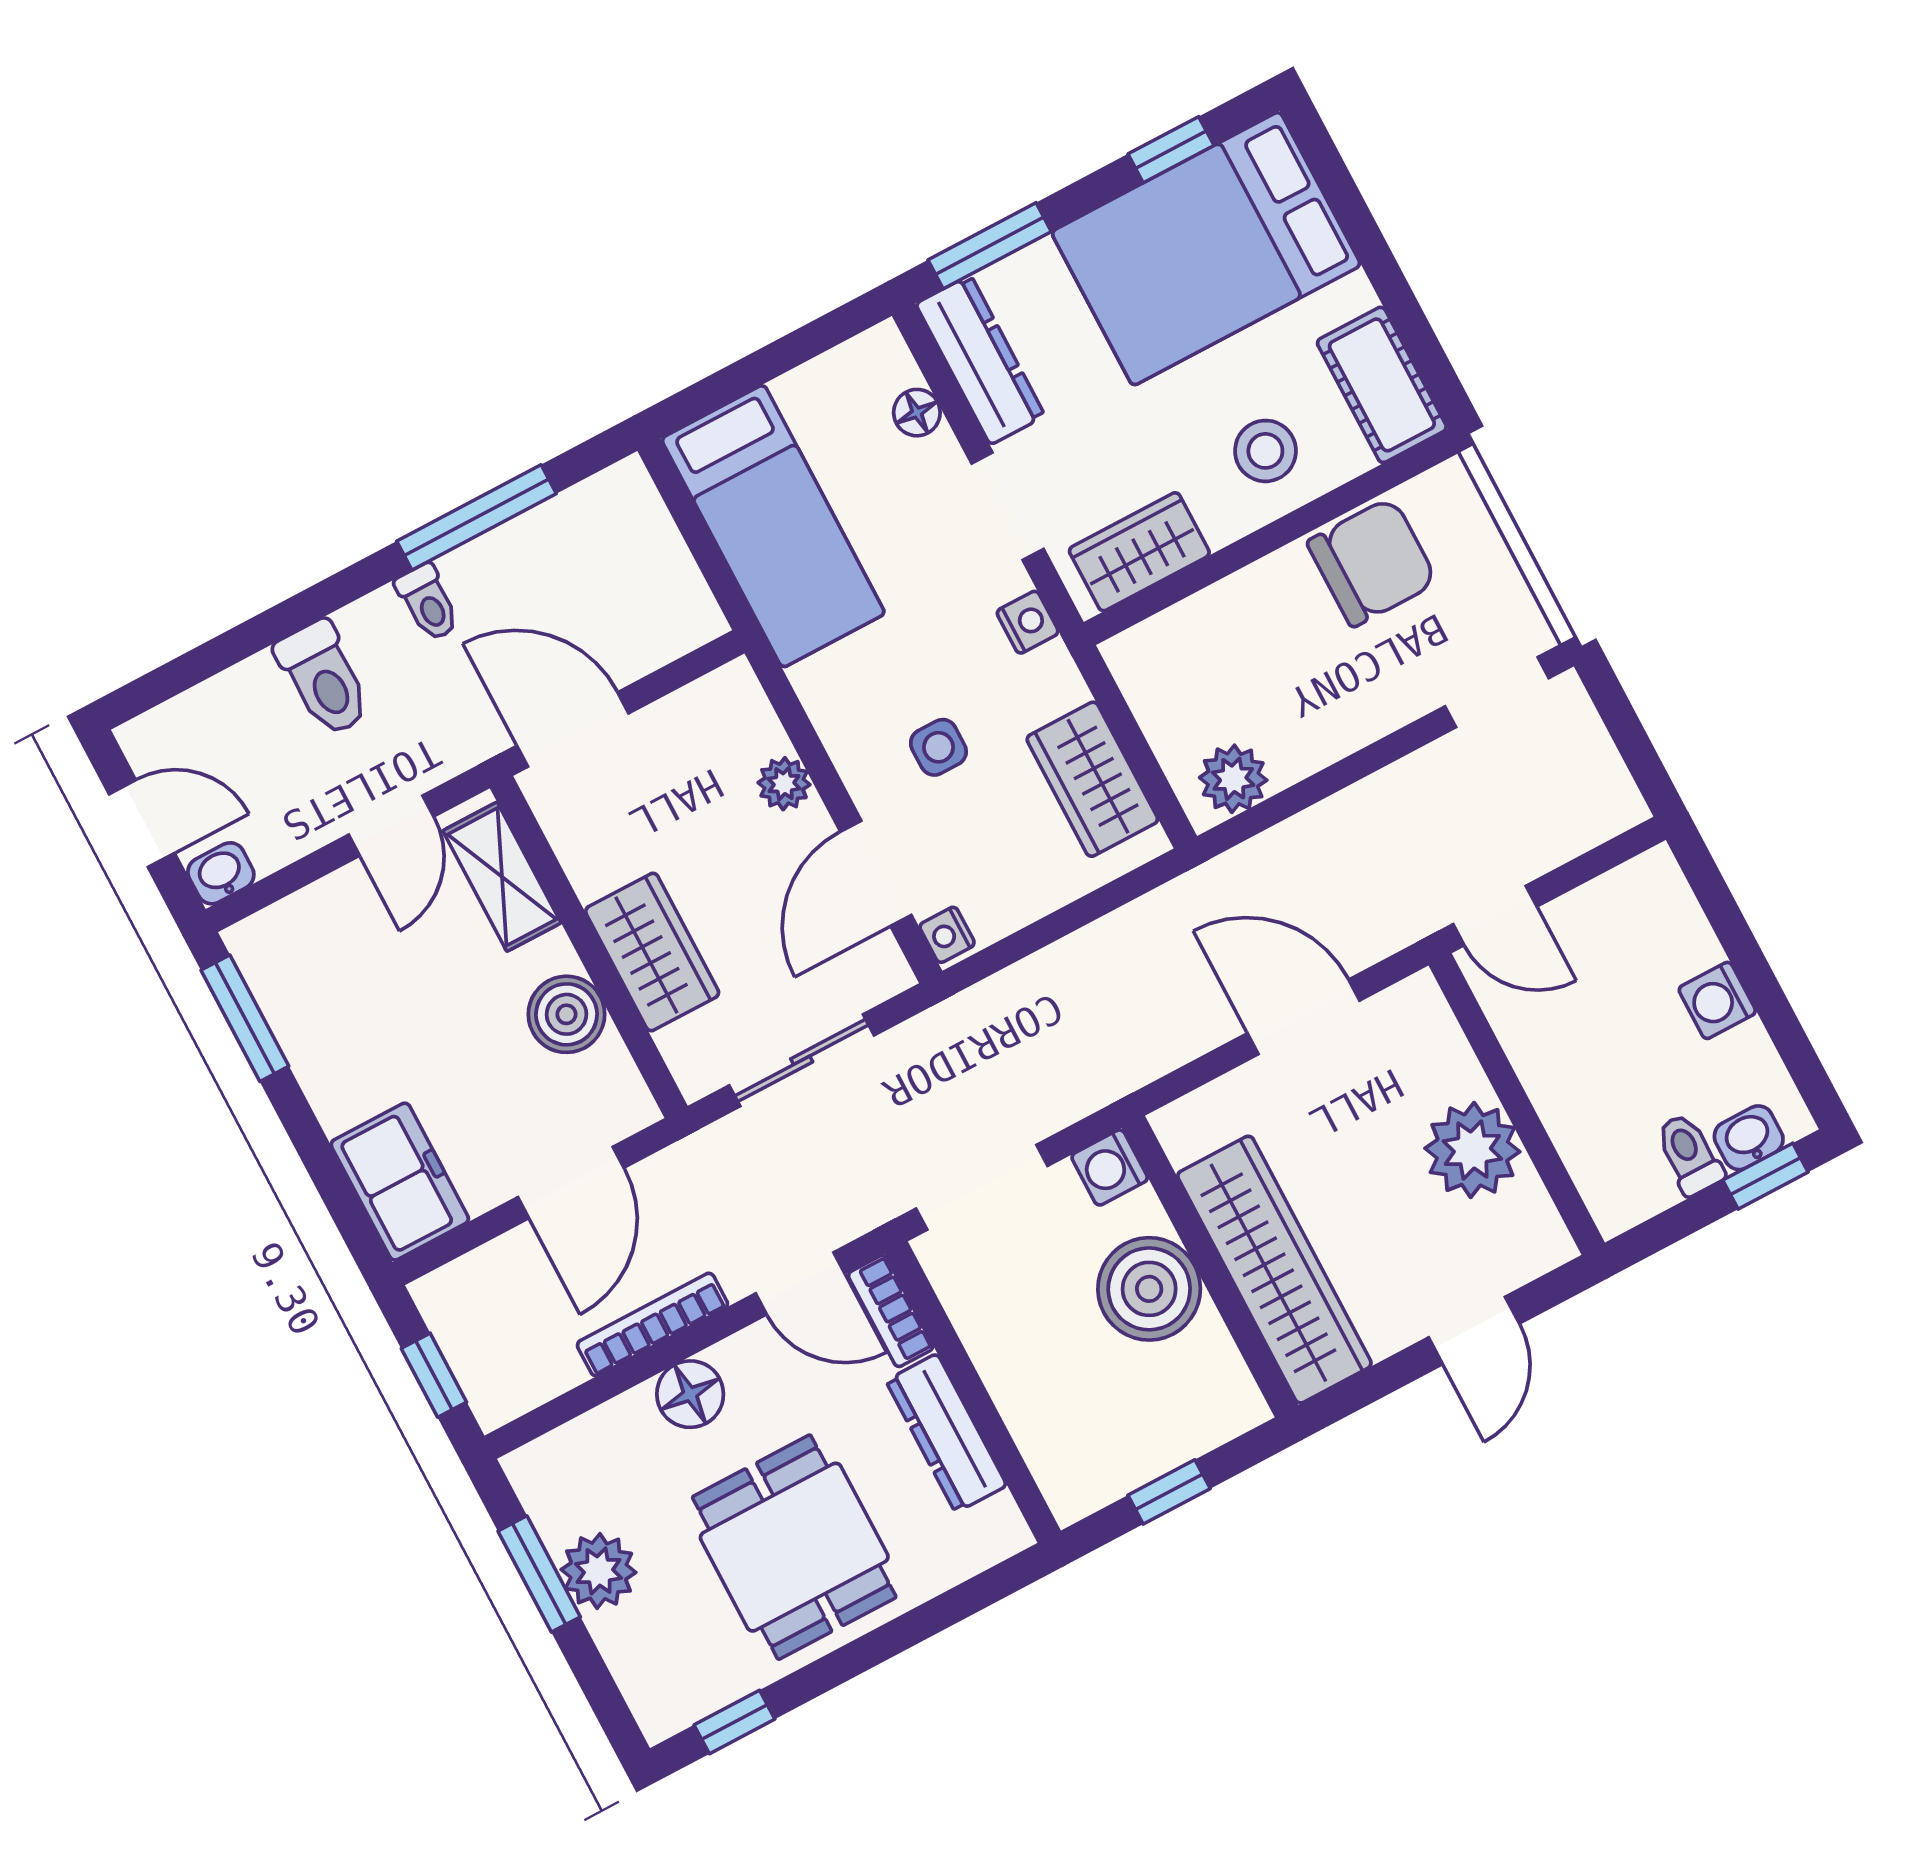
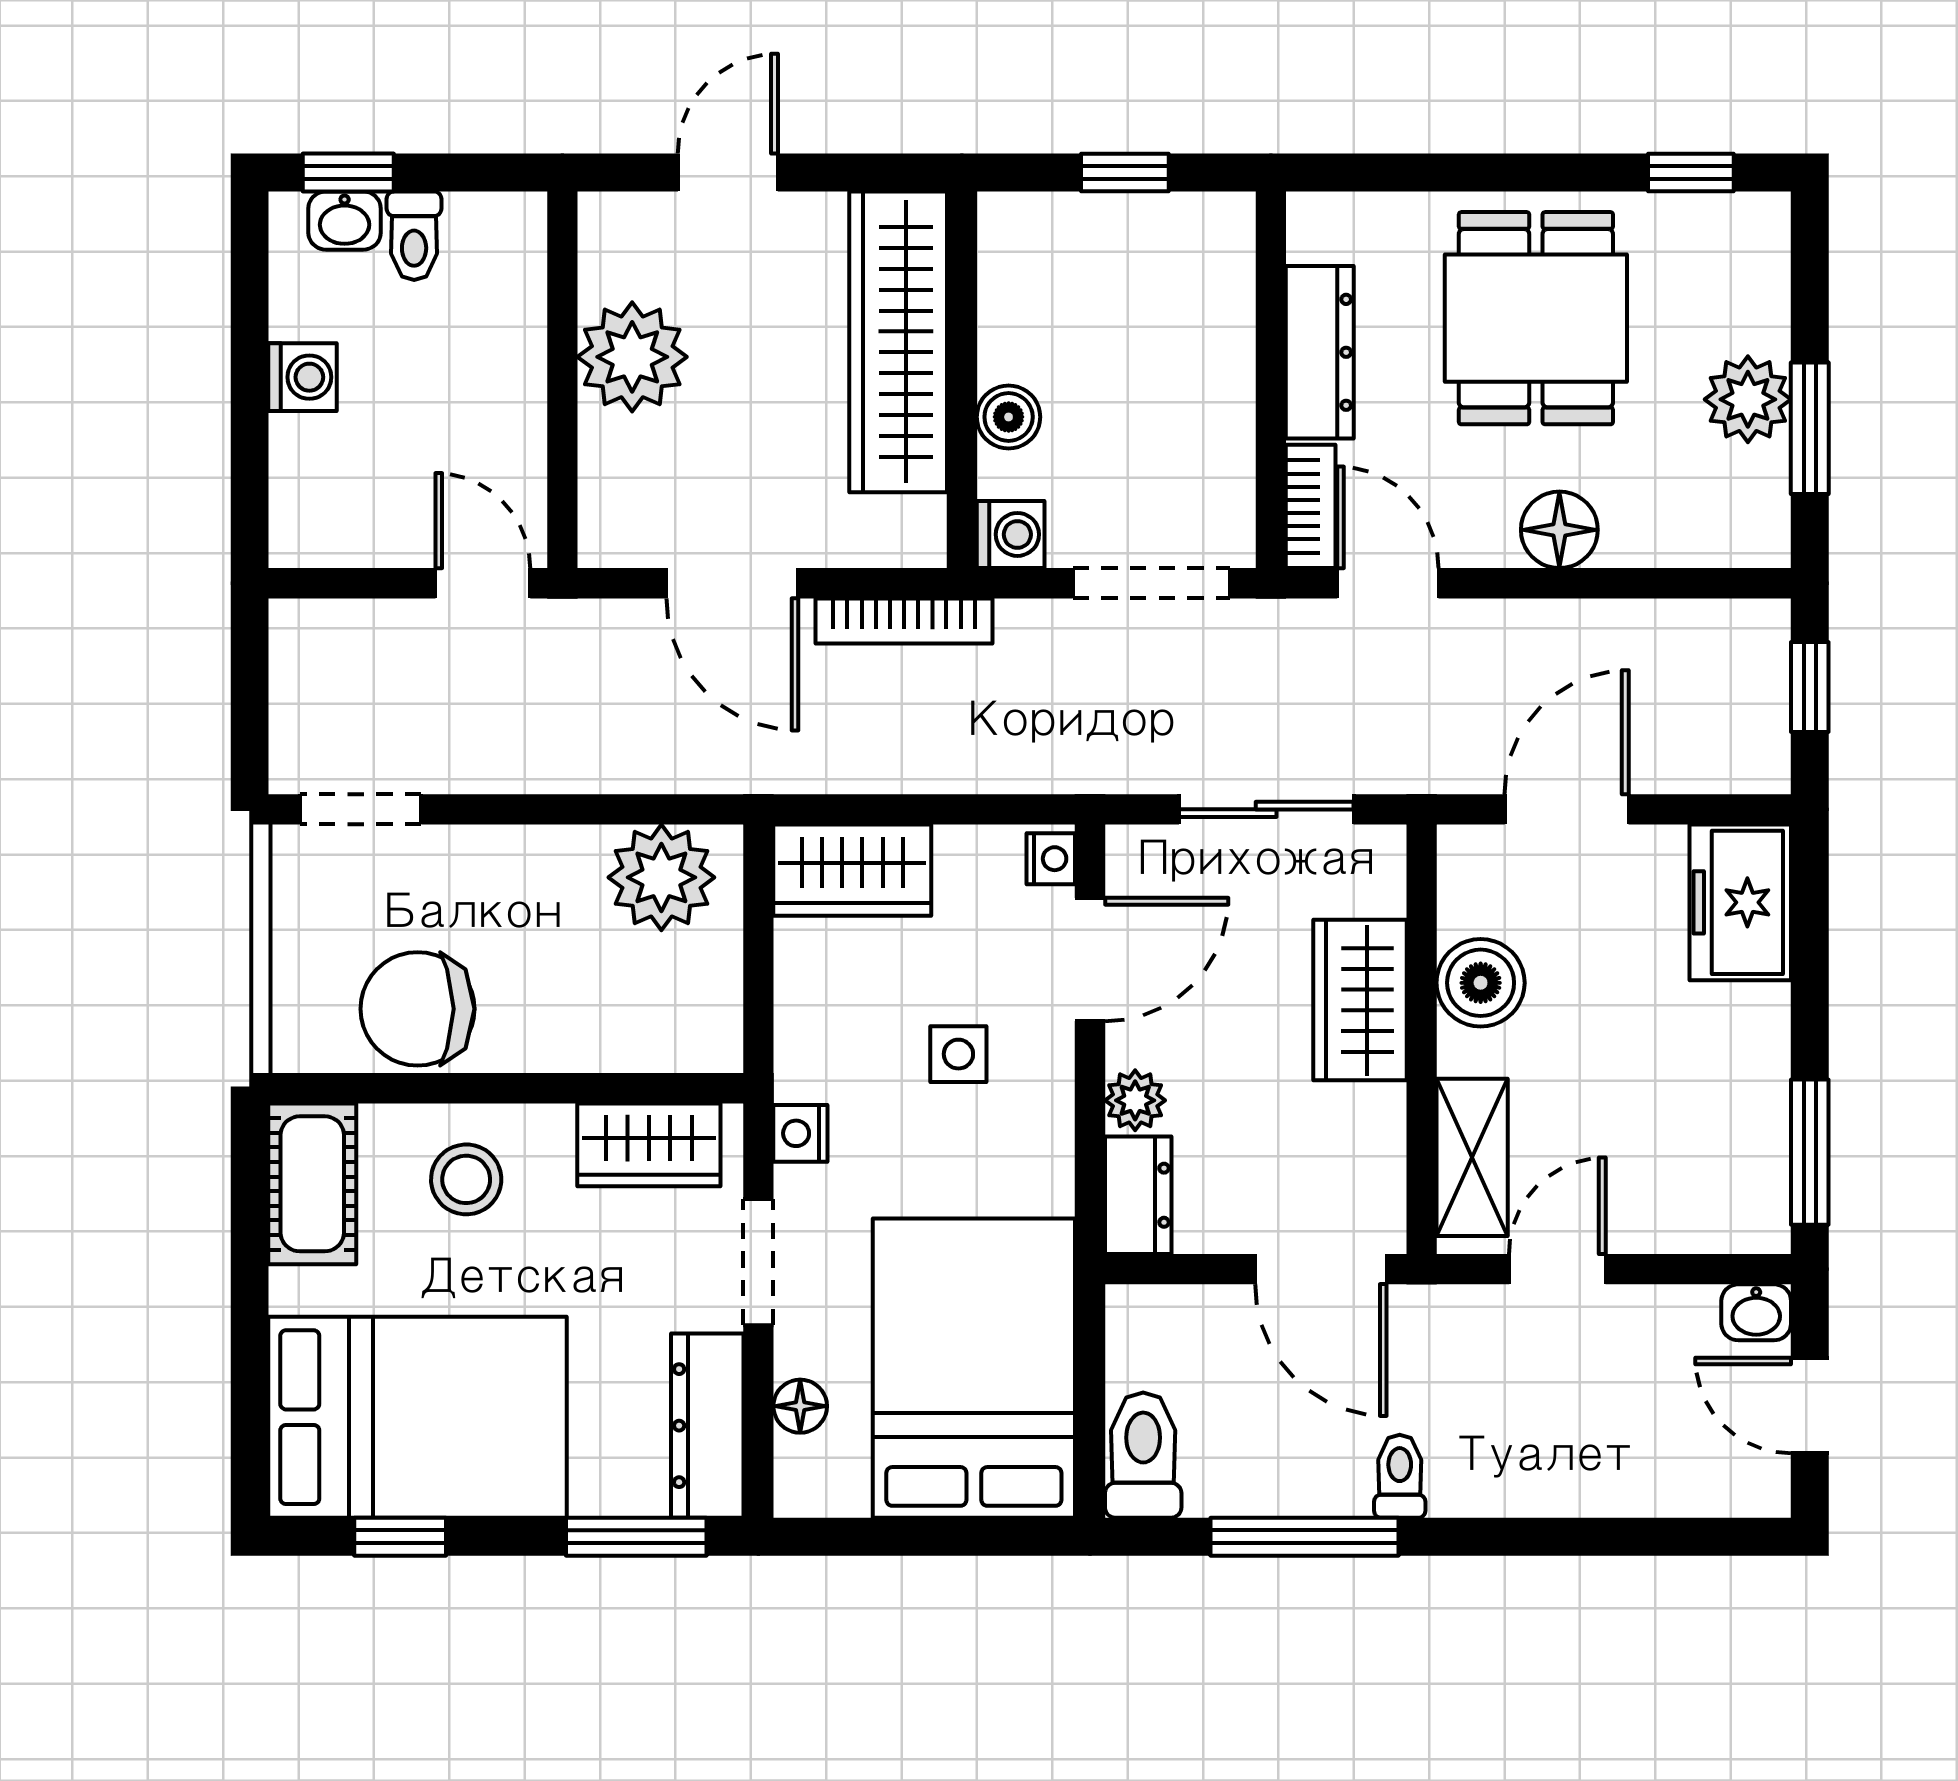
bed: (773, 526) -> (974, 1368), width x1.50
toilet: (324, 678) -> (1143, 1455), moved
dresser: (743, 712) -> (1138, 1195), added
wardrobe: (1092, 779) -> (852, 870), moved, turned 90
plant: (1233, 779) -> (661, 877), width x1.36, depth x1.36
boiler: (1149, 1289) -> (1009, 417), width x0.54, depth x0.54
bookcase: (652, 1325) -> (904, 621), moved

